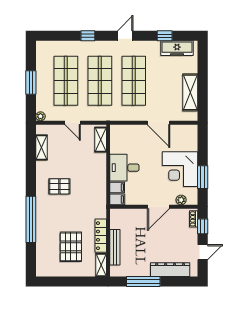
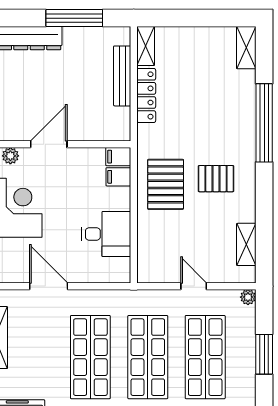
shelving: (101, 140) -> (246, 48), moved
desk: (124, 168) -> (106, 234), moved
pallet: (71, 247) -> (166, 184), moved

